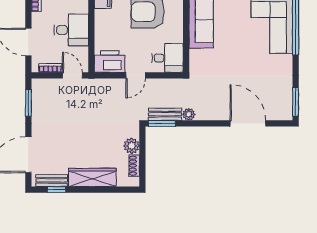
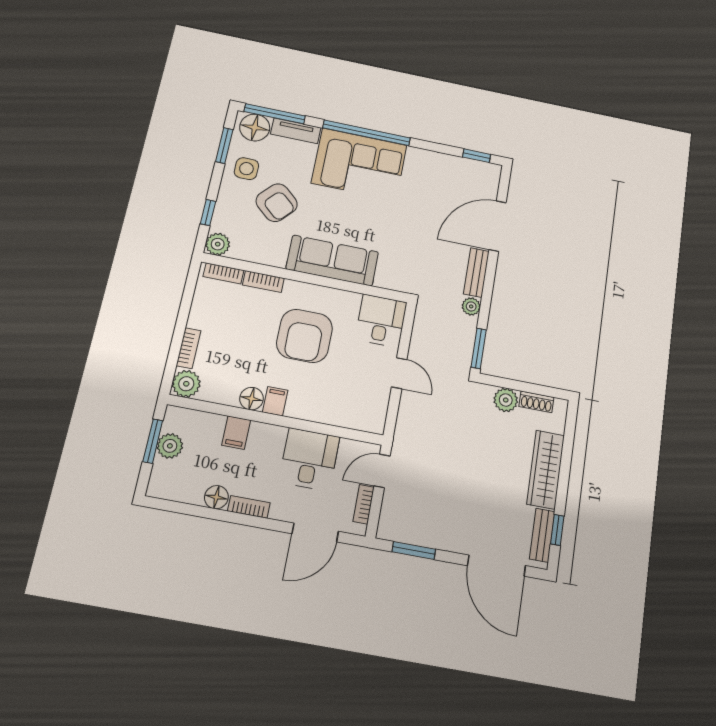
printer: (110, 62) -> (371, 409), removed
window: (296, 102) -> (477, 156), width x0.67
bench: (165, 114) -> (476, 273), moved

